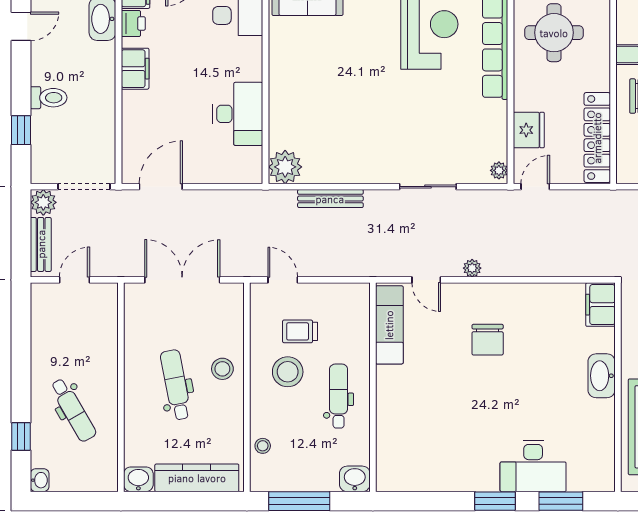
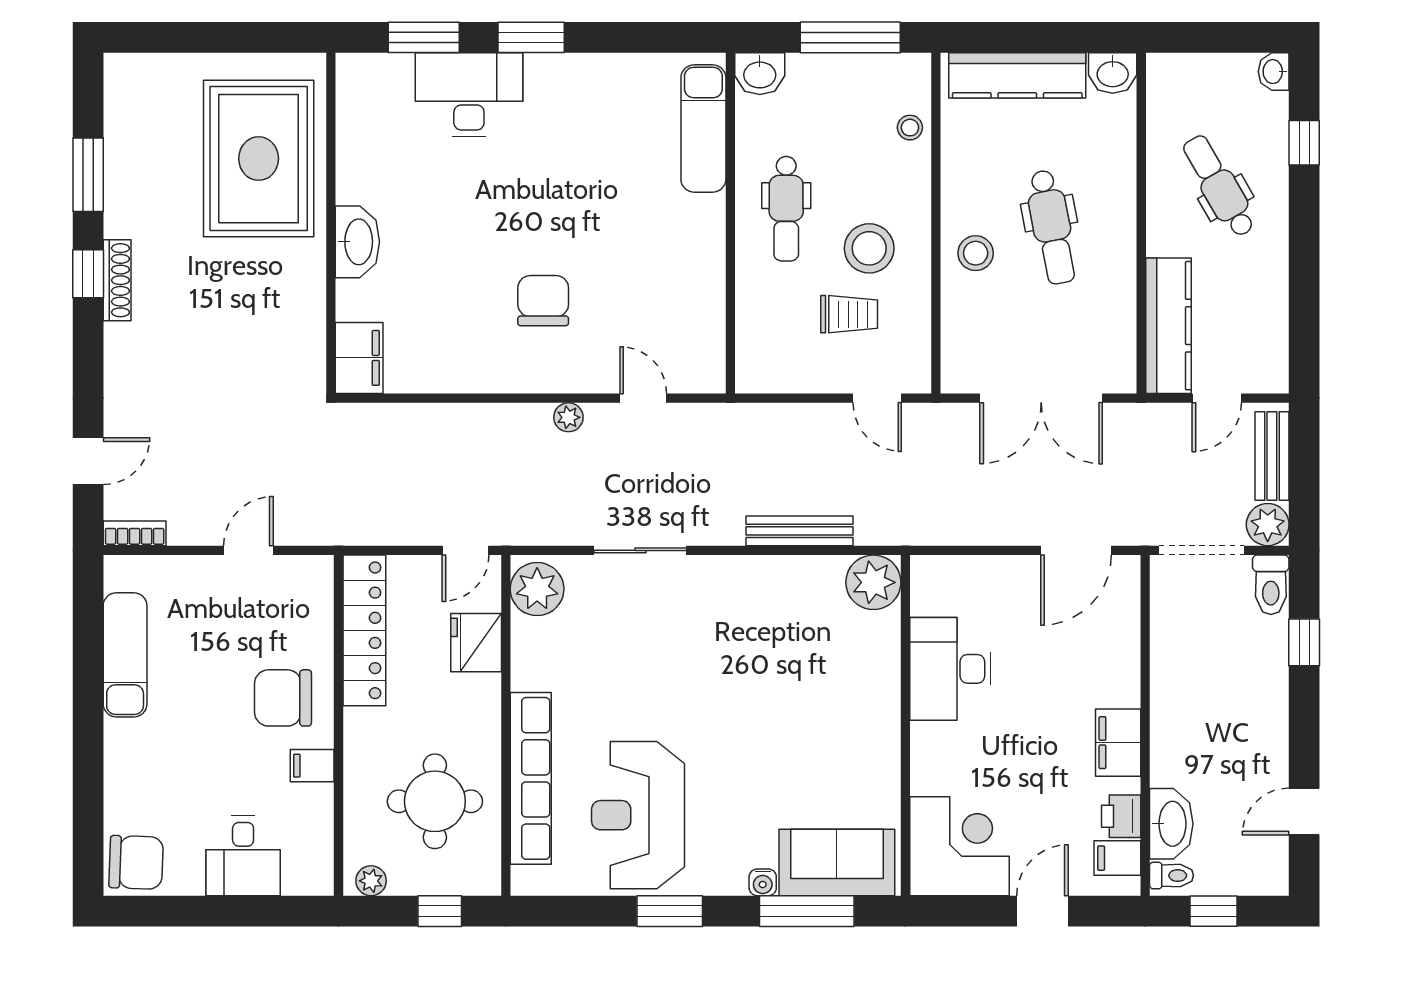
toilet: (49, 98) -> (1271, 585), moved, turned -90
plant: (499, 170) -> (537, 589), width x1.88, depth x1.88
kitchen counter: (104, 324) -> (1168, 326), added
exam couch: (389, 325) -> (703, 128), moved

